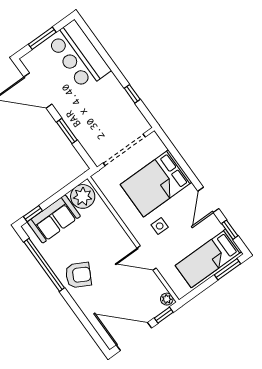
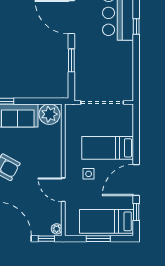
window: (132, 94) -> (136, 26), moved
bed: (156, 183) -> (108, 148), width x0.67
door: (208, 200) -> (136, 180), width x1.36
window: (228, 269) -> (98, 239), moved

